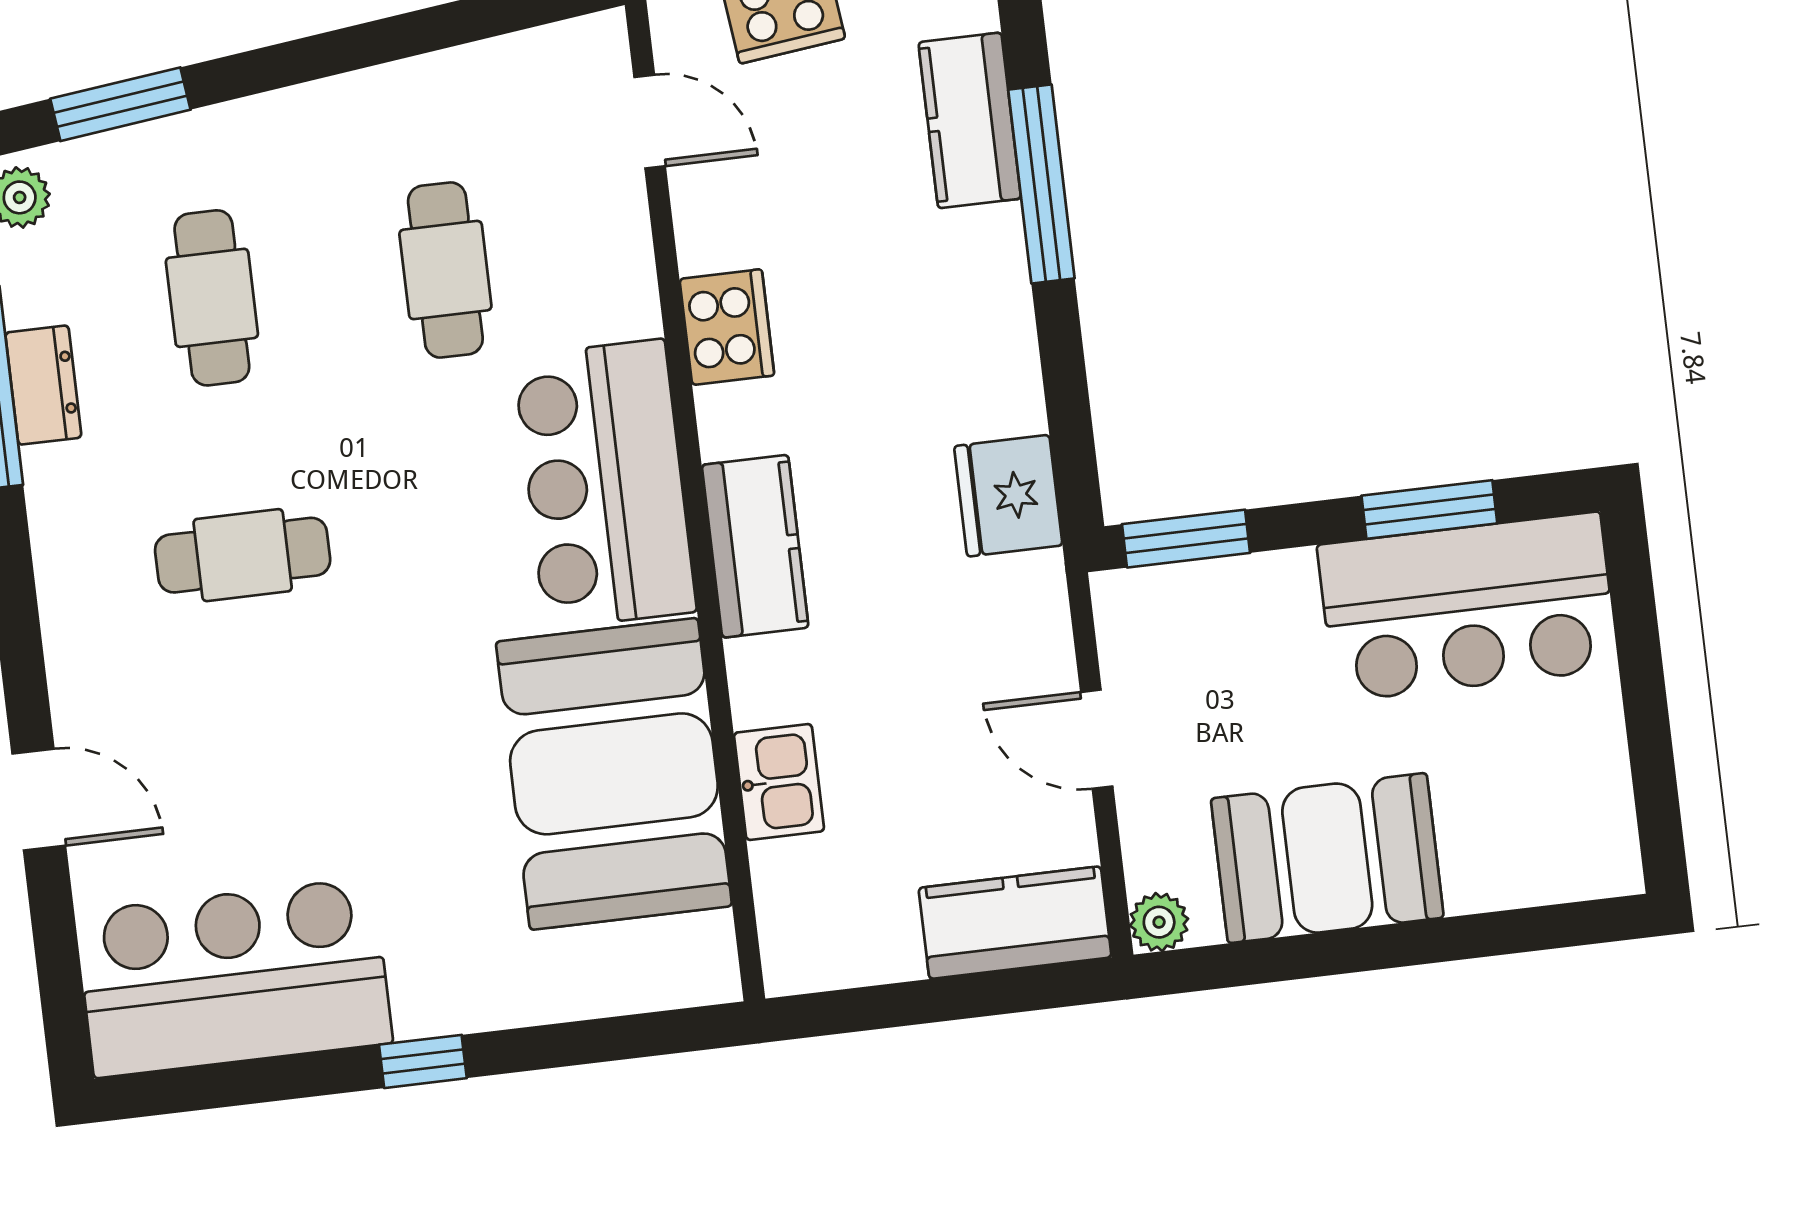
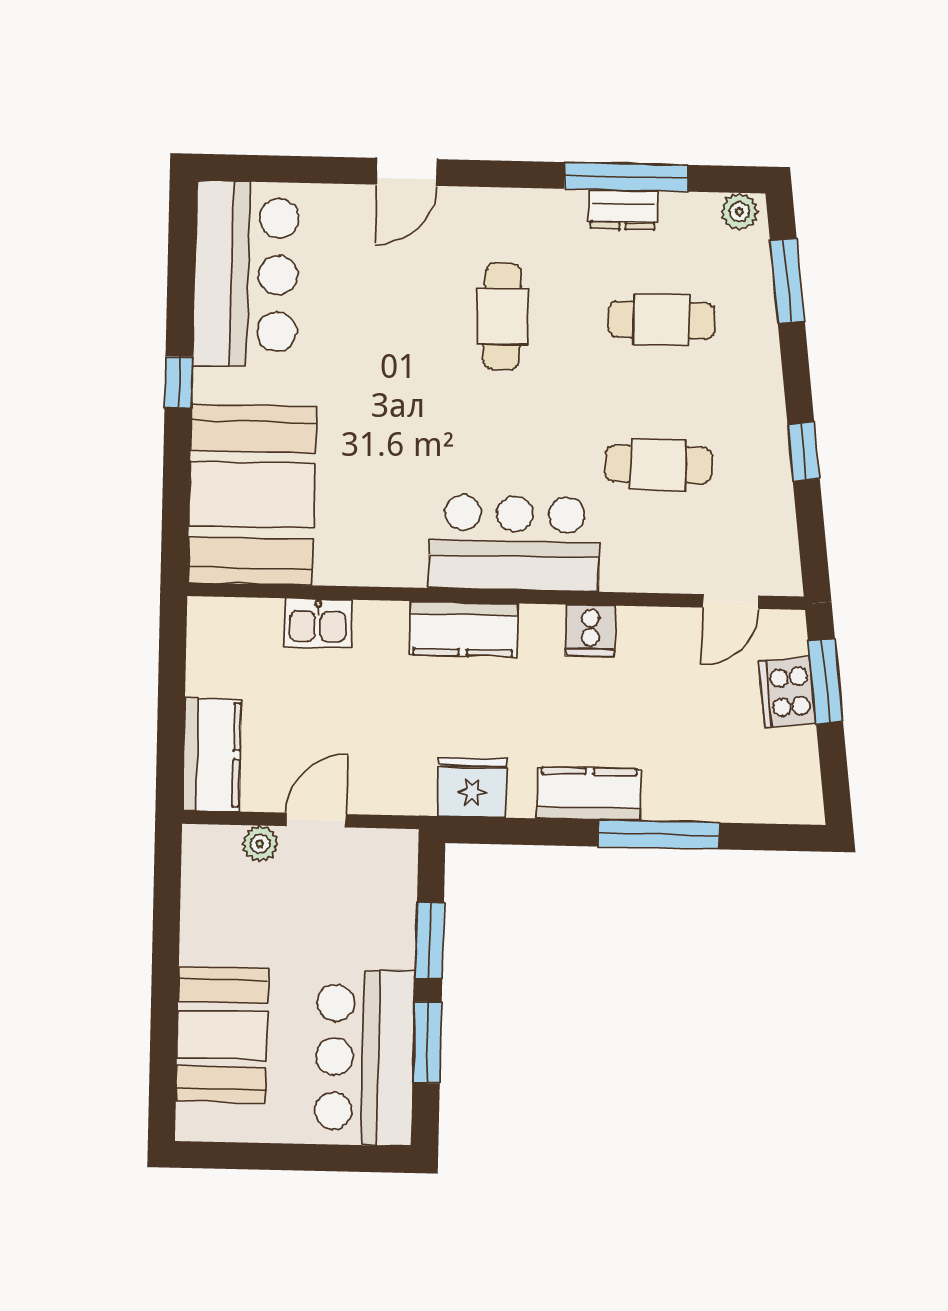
window: (391, 39) -> (804, 452), added
kitchen counter: (970, 120) -> (589, 794), moved
cooker: (727, 327) -> (590, 631), width x0.73
window: (1186, 539) -> (430, 941), moved
booth: (614, 774) -> (252, 495), moved, turned 90
door: (39, 800) -> (407, 172), moved
booth: (1327, 858) -> (222, 1035), moved
plant: (1159, 922) -> (260, 844), moved

